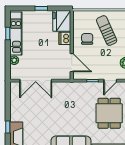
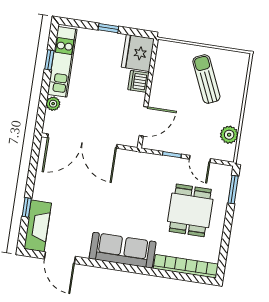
chair: (87, 39) -> (174, 88), removed
door: (72, 63) -> (143, 121), hinge flipped
double door: (36, 81) -> (82, 141), width x1.36
door: (110, 81) -> (200, 159), hinge flipped

